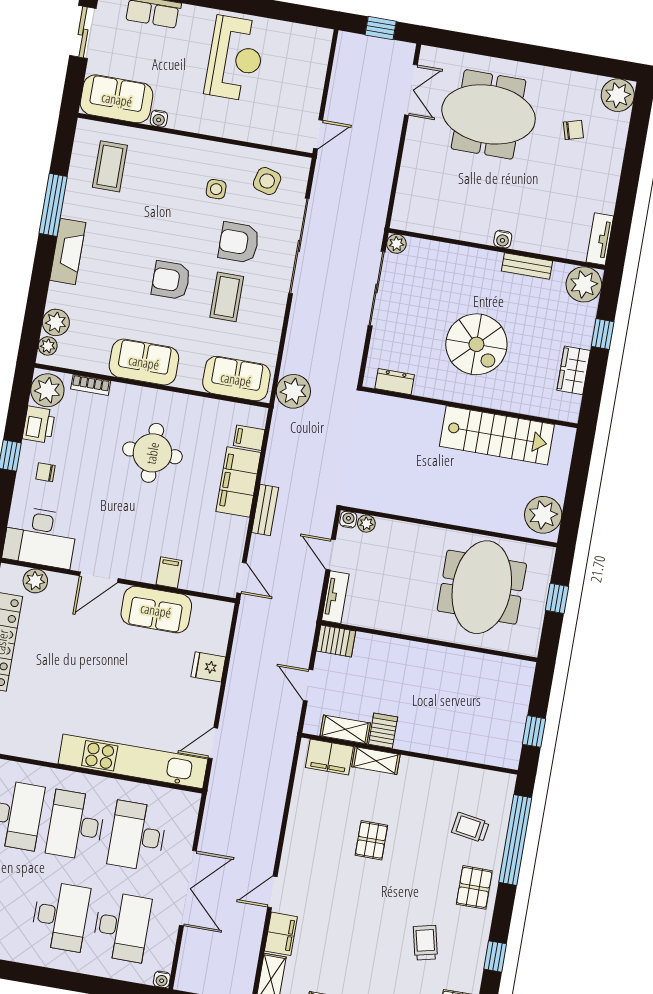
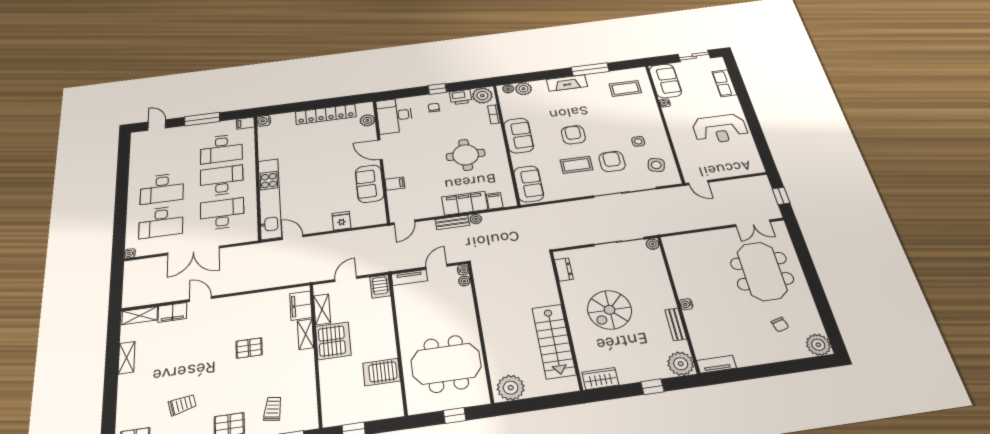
wardrobe: (574, 370) -> (600, 379), moved
plant: (293, 391) -> (476, 219), moved, width x0.53, depth x0.53
server rack: (465, 675) -> (381, 372), added
server rack: (383, 731) -> (333, 341), width x2.18, depth x1.44

